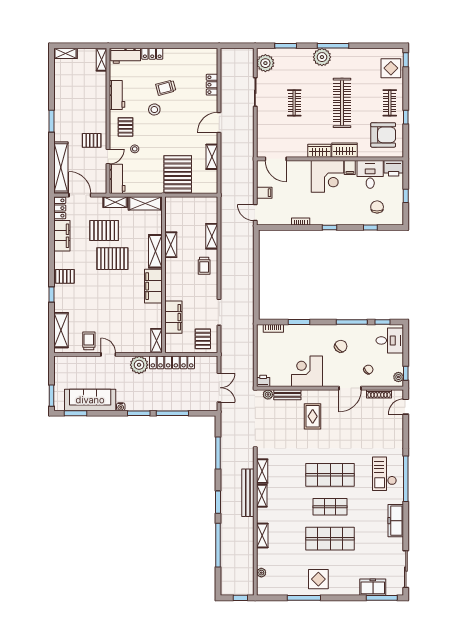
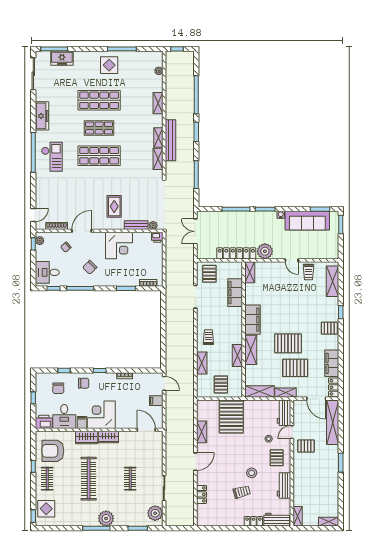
pallet: (190, 211) -> (221, 384), added
chair: (348, 213) -> (84, 383), added

